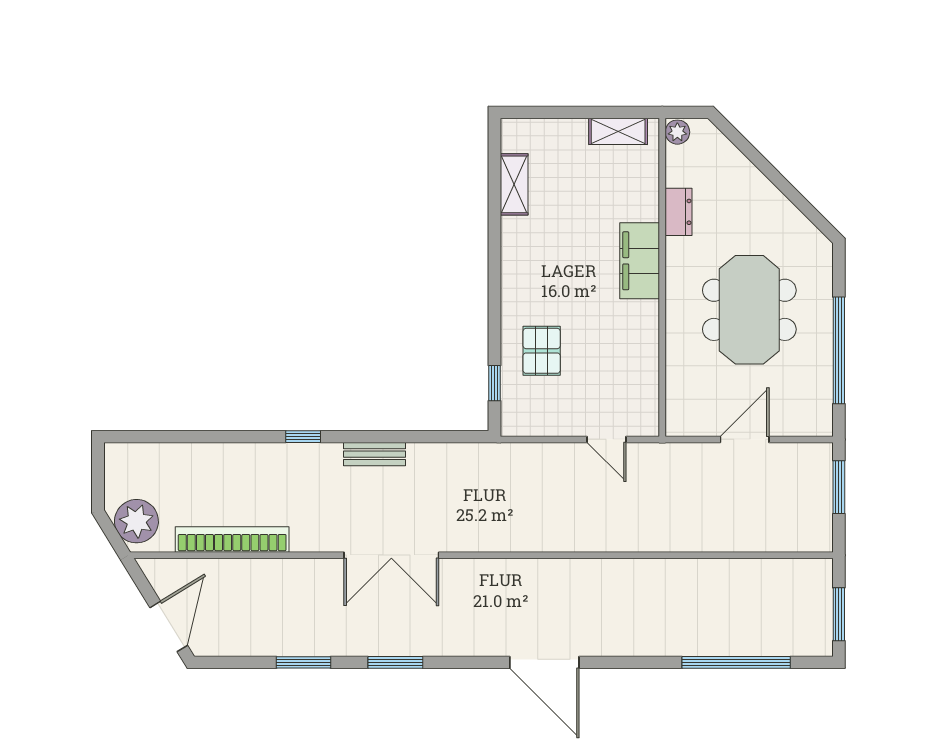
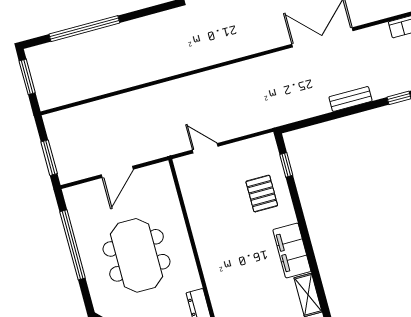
filing cabinet: (640, 261) -> (292, 251), moved, turned 180

